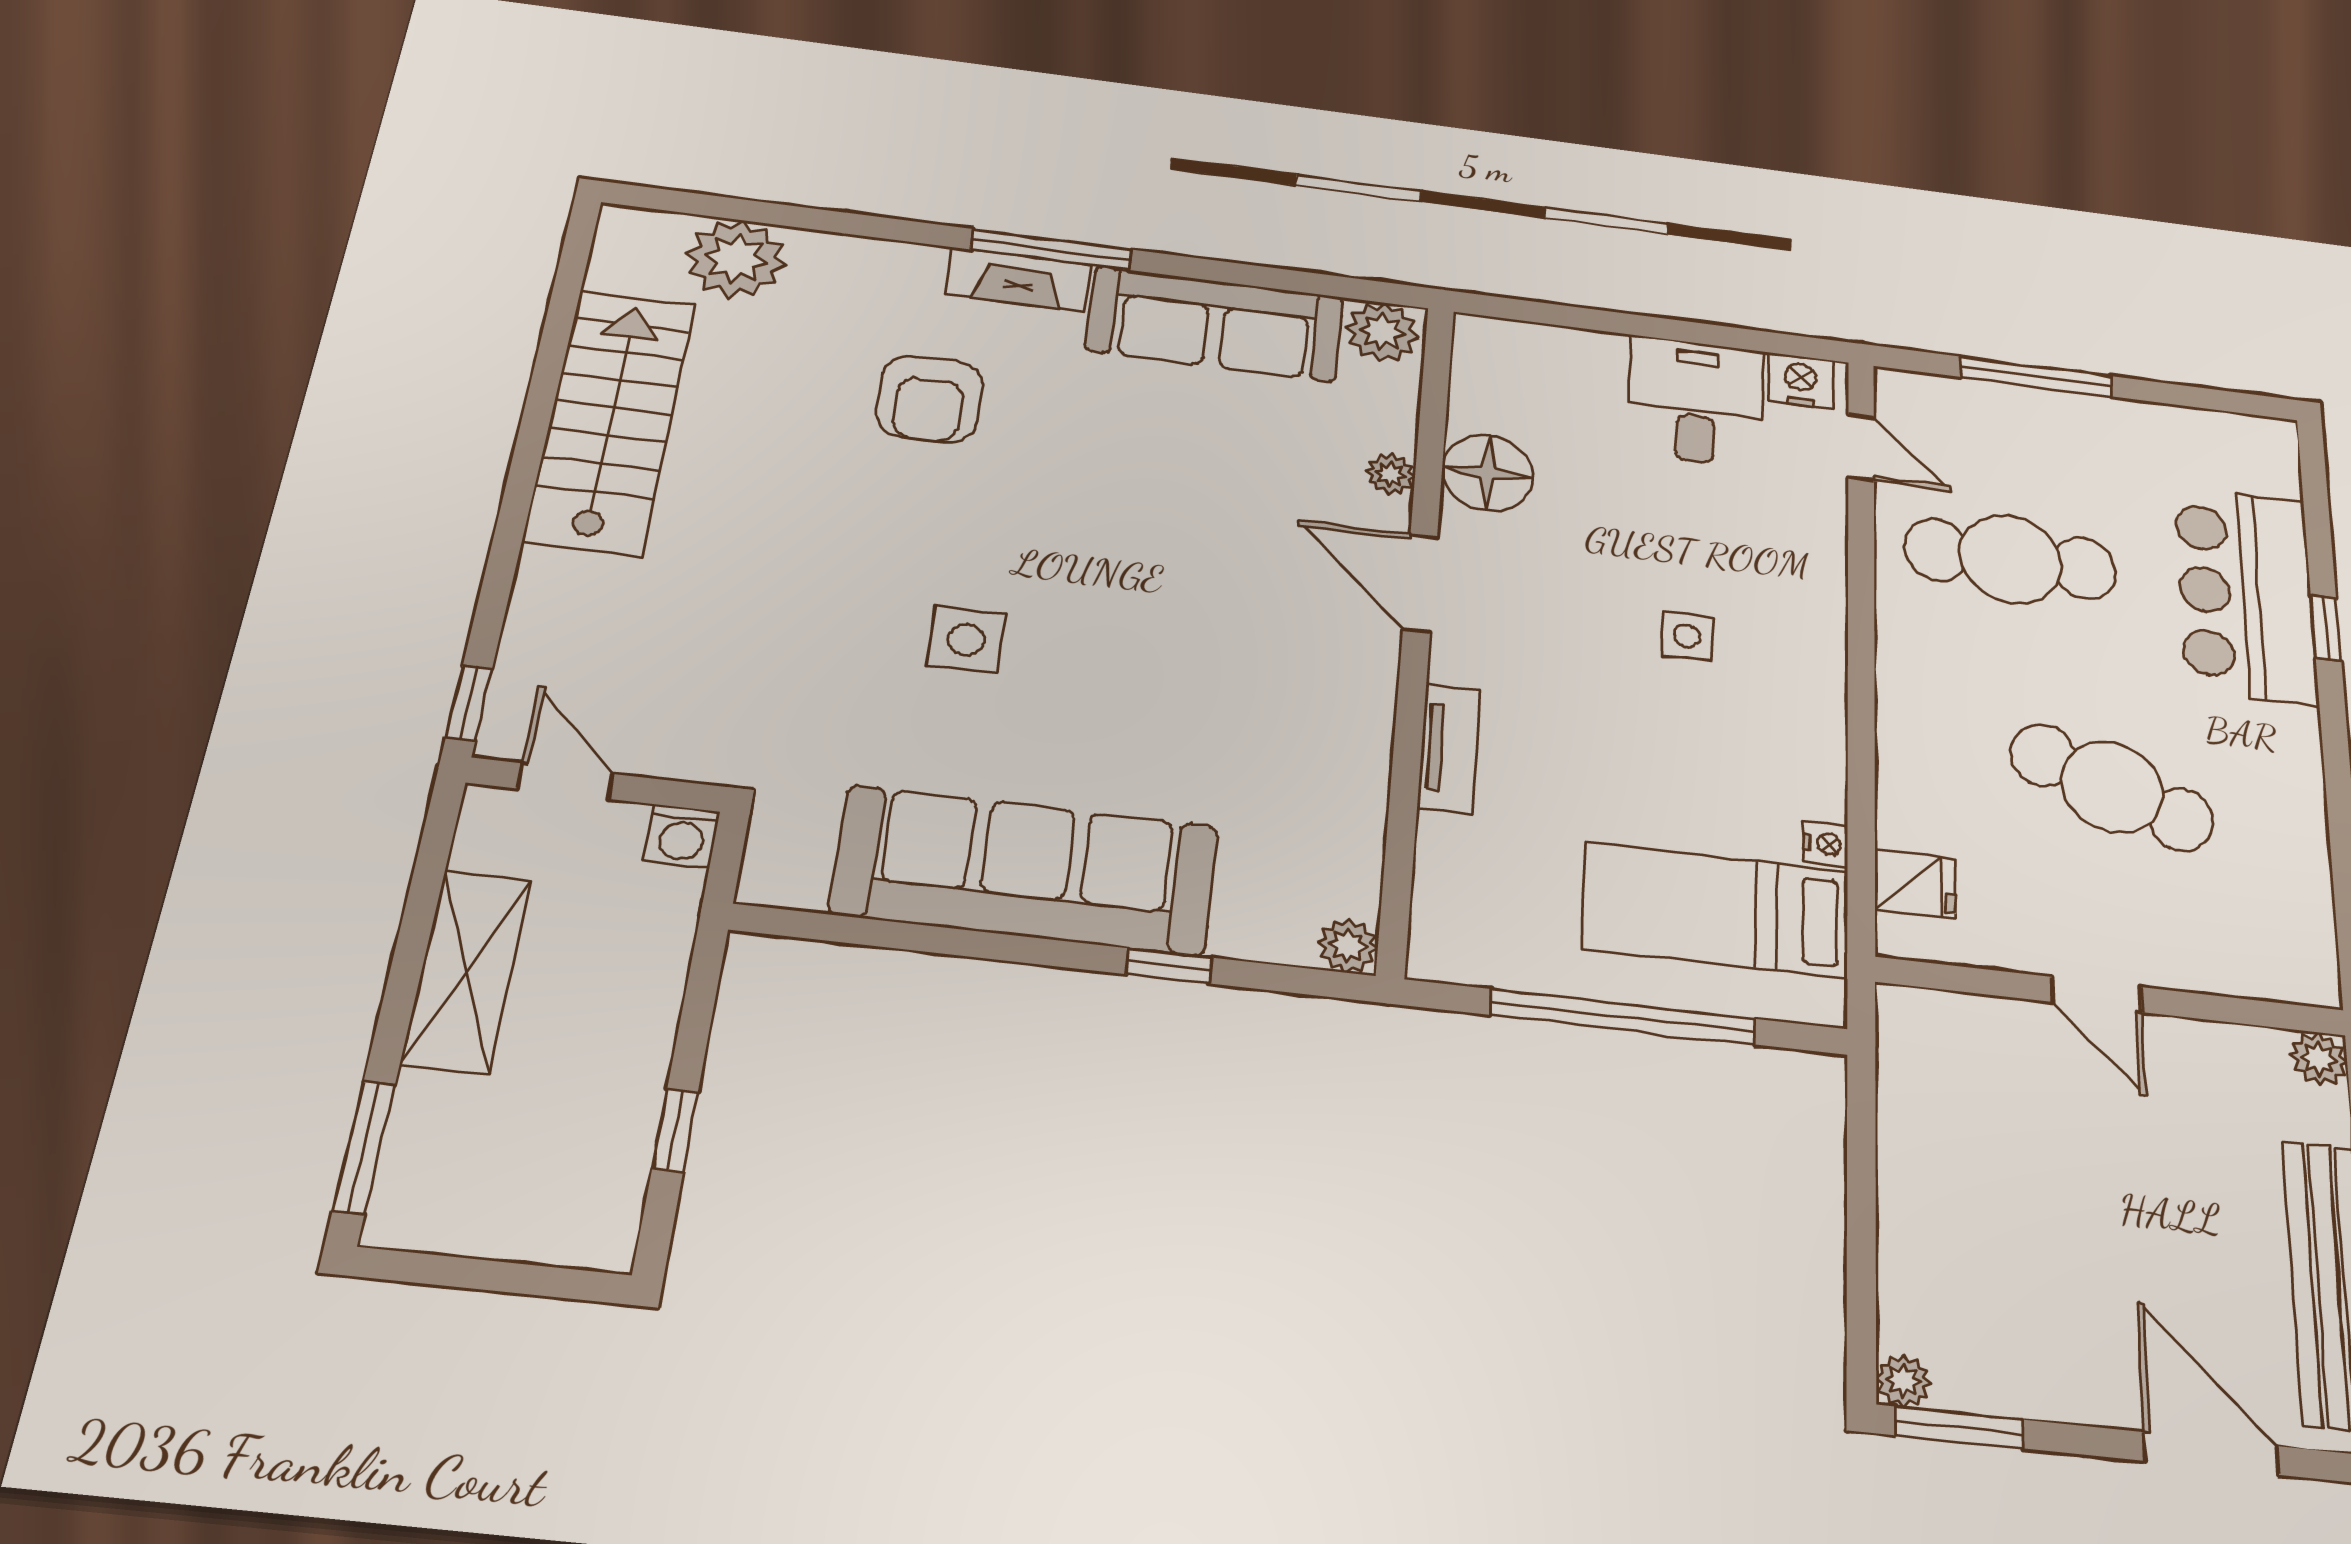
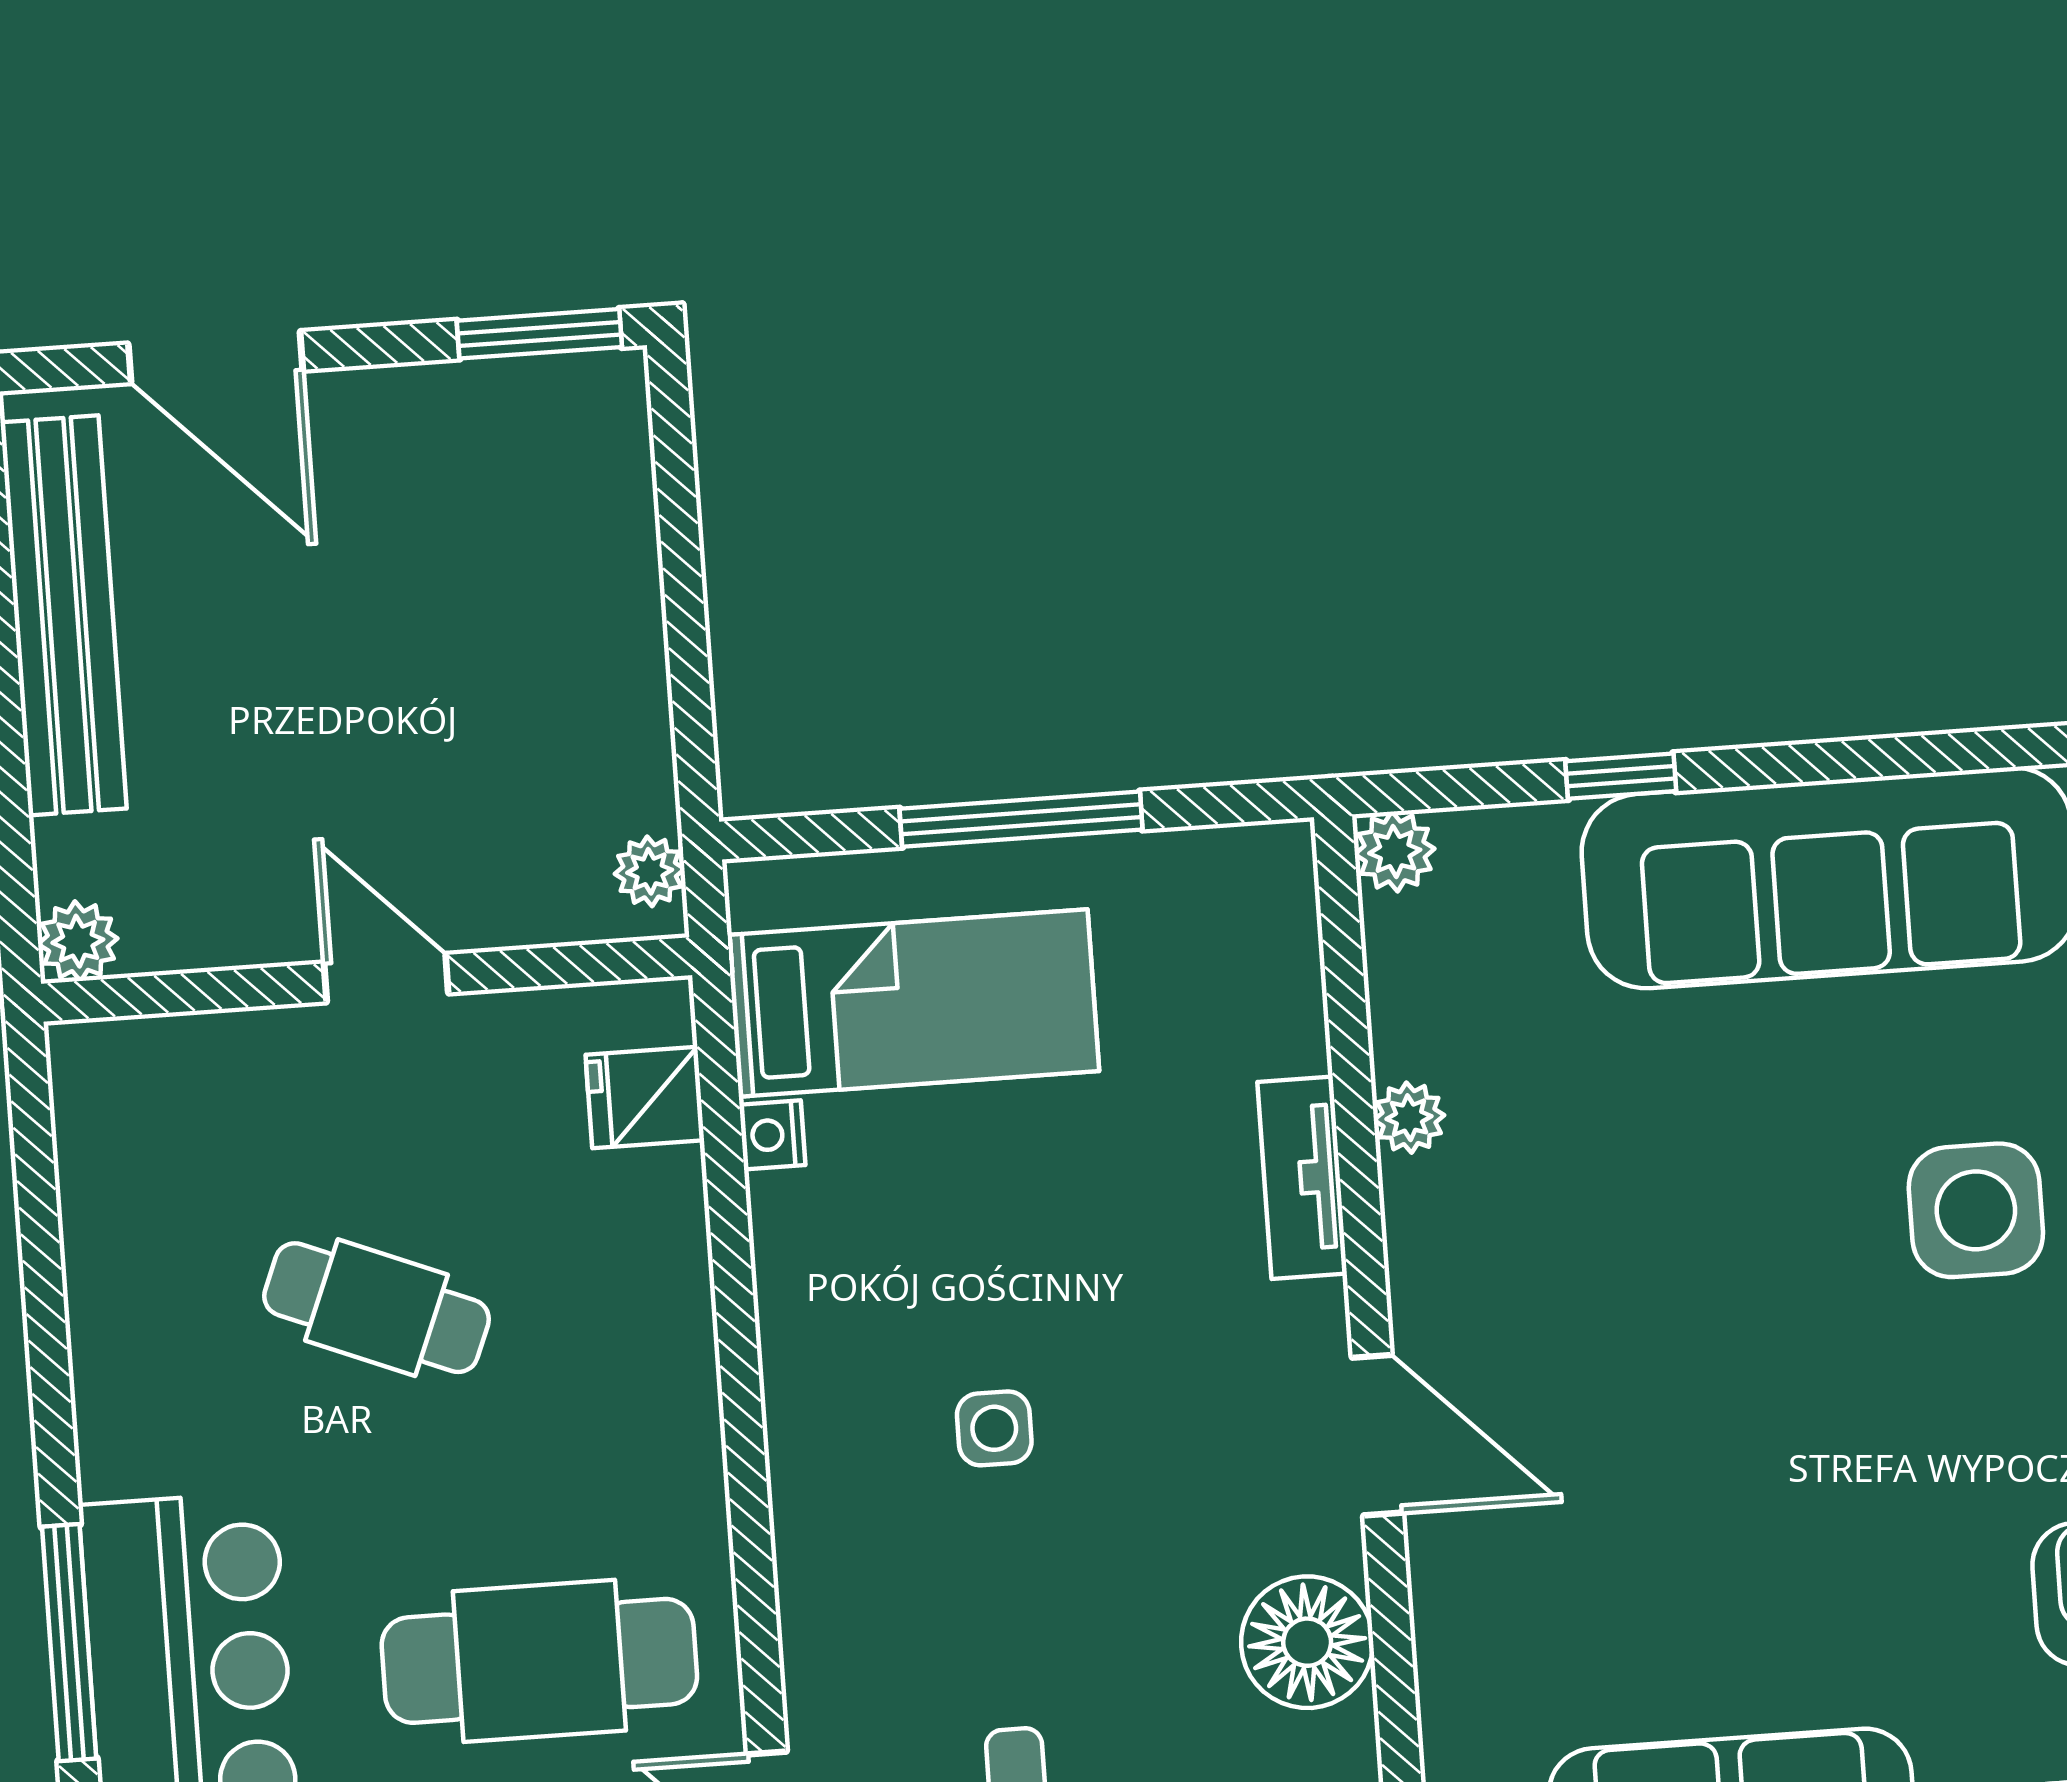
plant: (1390, 474) -> (1409, 1118), moved
window: (2326, 628) -> (69, 1643), width x2.17
side table: (966, 640) -> (1976, 1210), width x1.37, depth x1.37
cafe table: (2112, 787) -> (377, 1308), width x0.73, depth x0.74
window: (1623, 1017) -> (1021, 819), width x0.68
plant: (1903, 1381) -> (650, 871), moved

